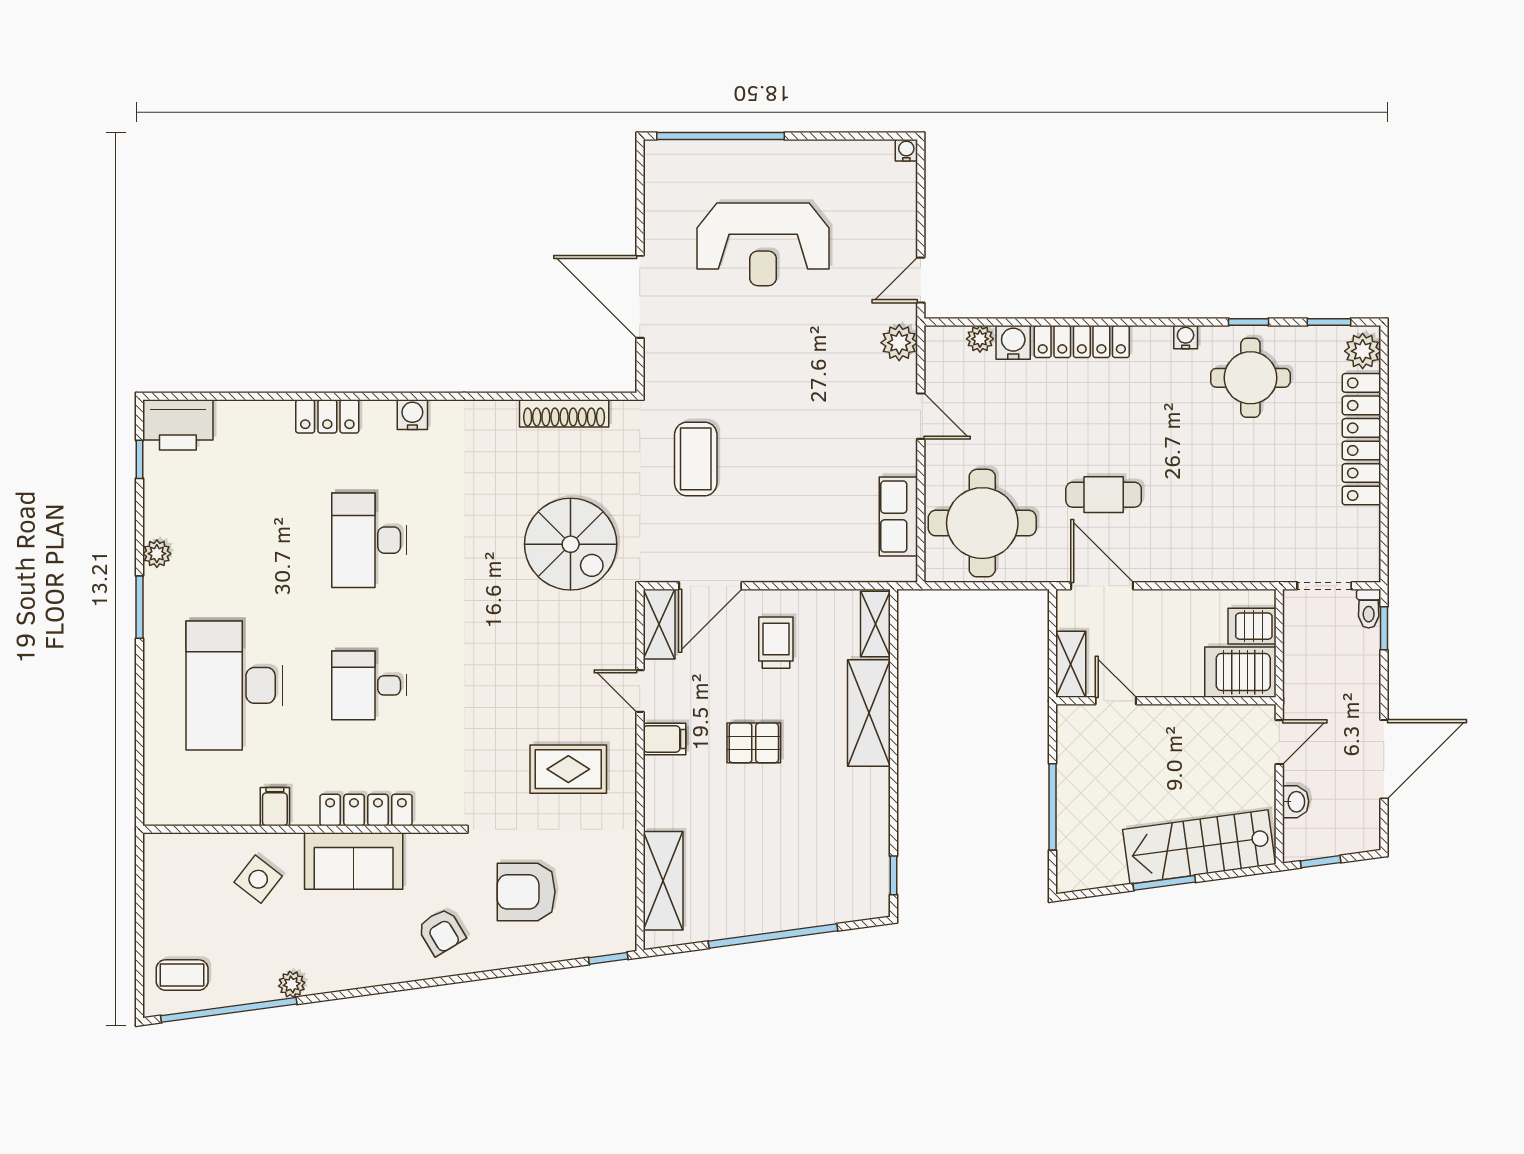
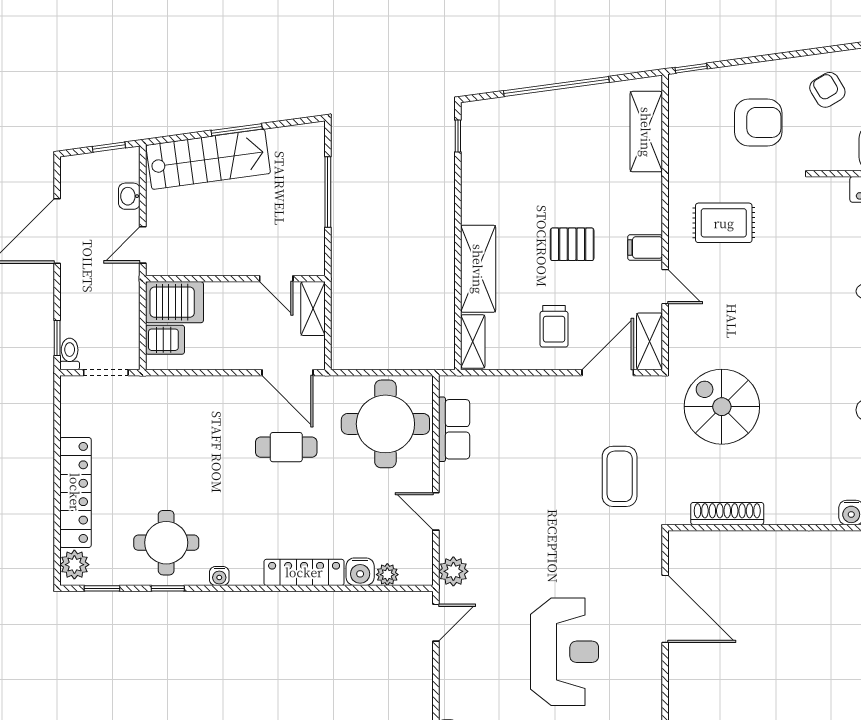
reception desk: (763, 244) -> (565, 652), turned 90

